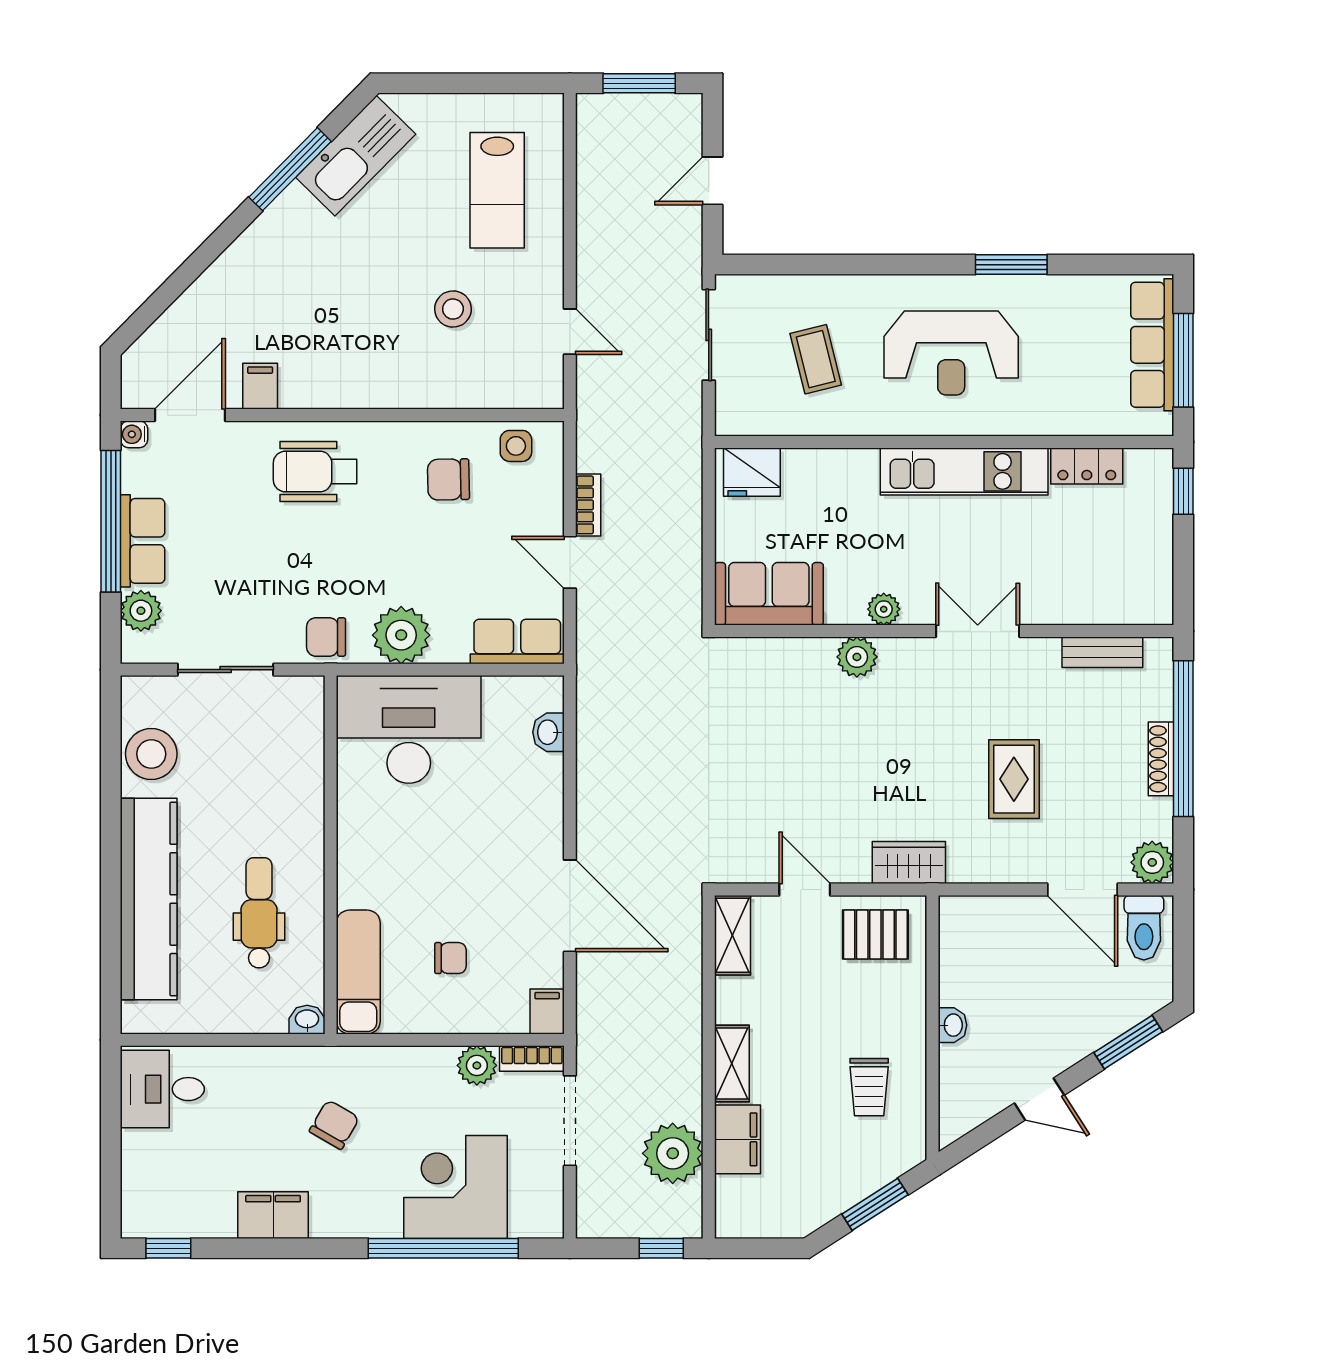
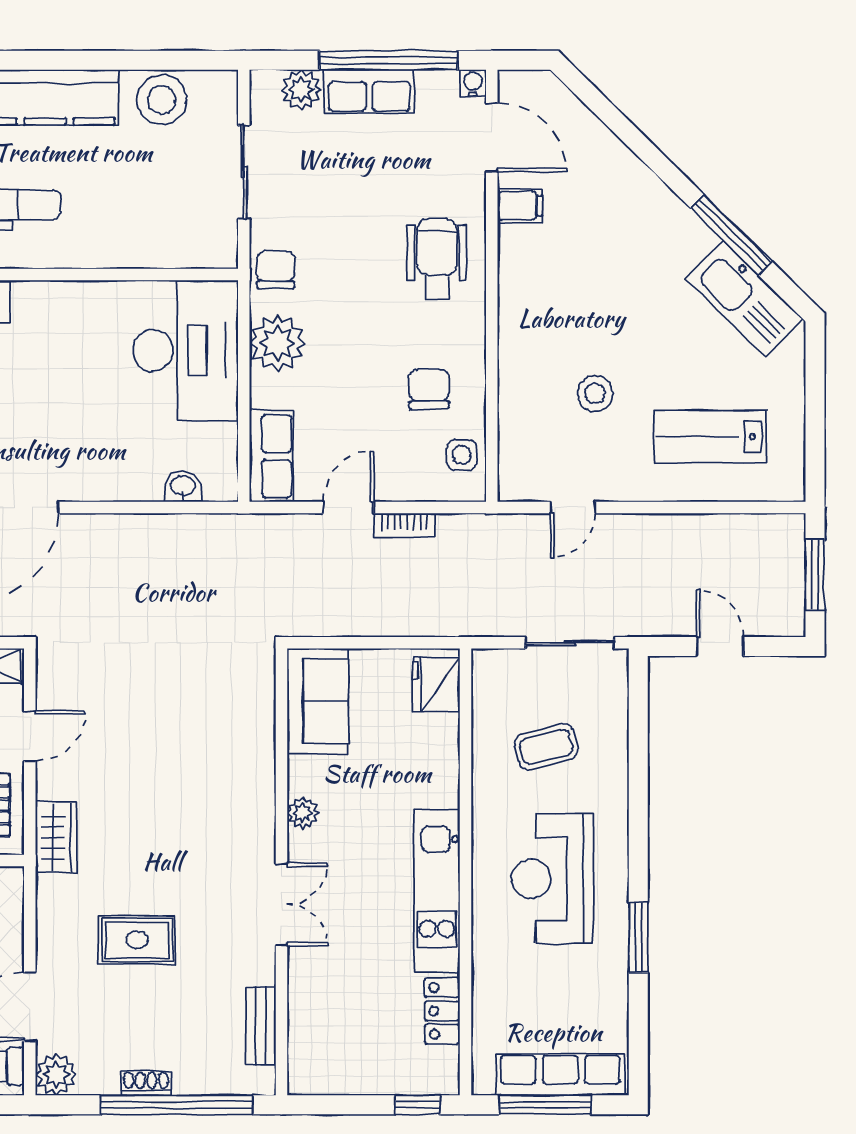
plant: (857, 657) -> (256, 787), removed
shoe rack: (1161, 759) -> (146, 1083), width x0.70

